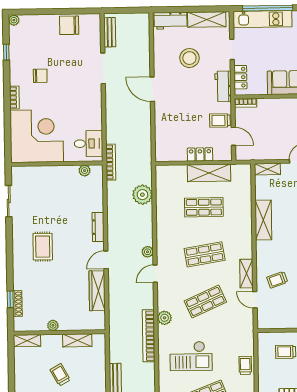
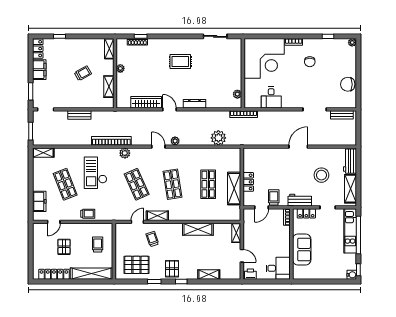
chair: (69, 25) -> (348, 84), turned -90
desk: (88, 144) -> (271, 98), moved

